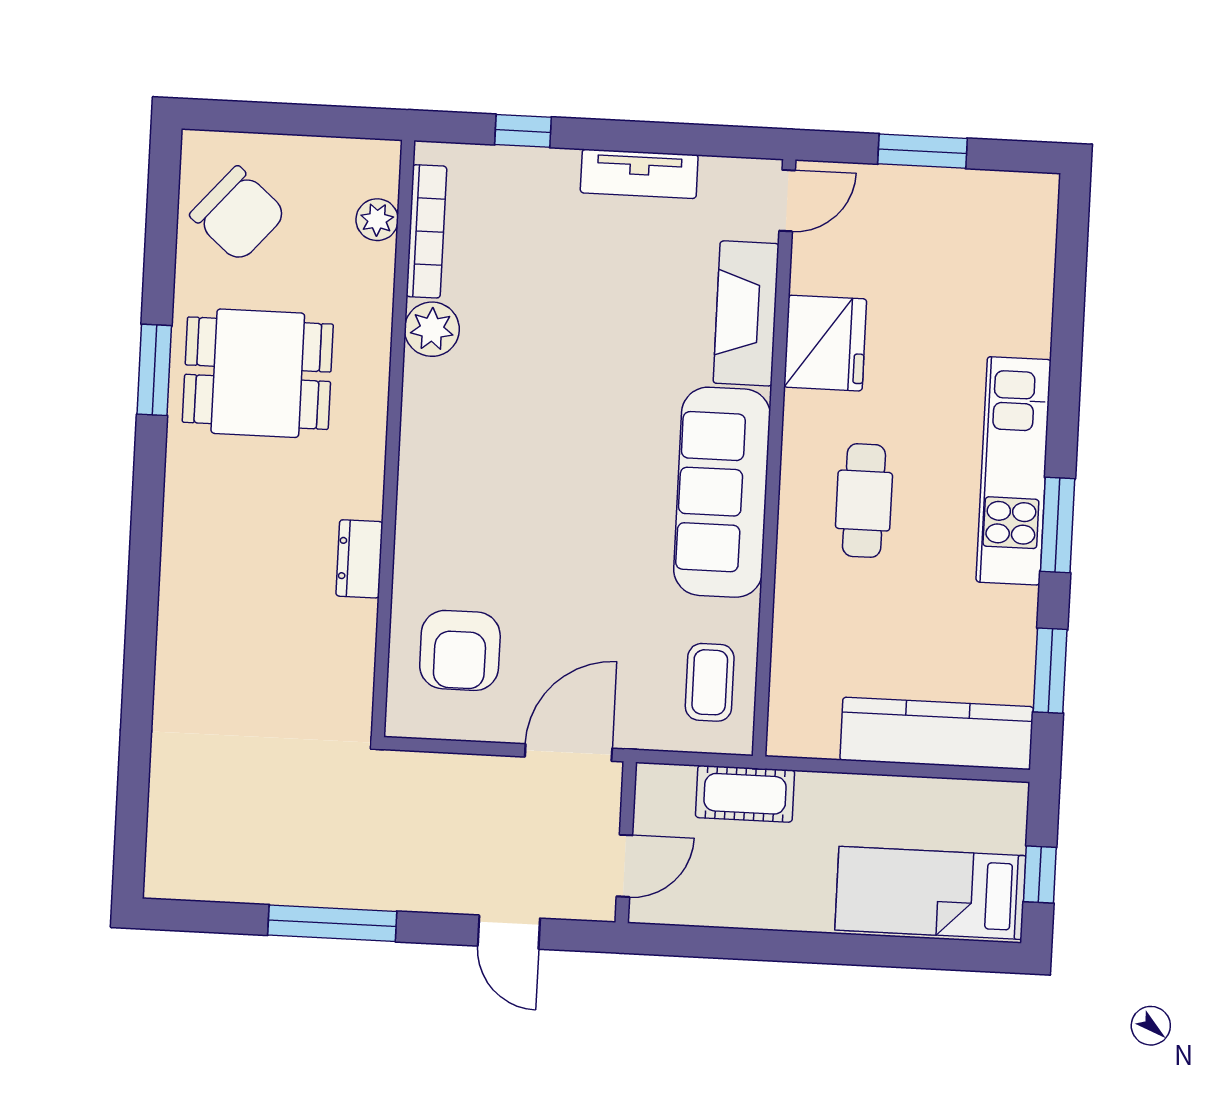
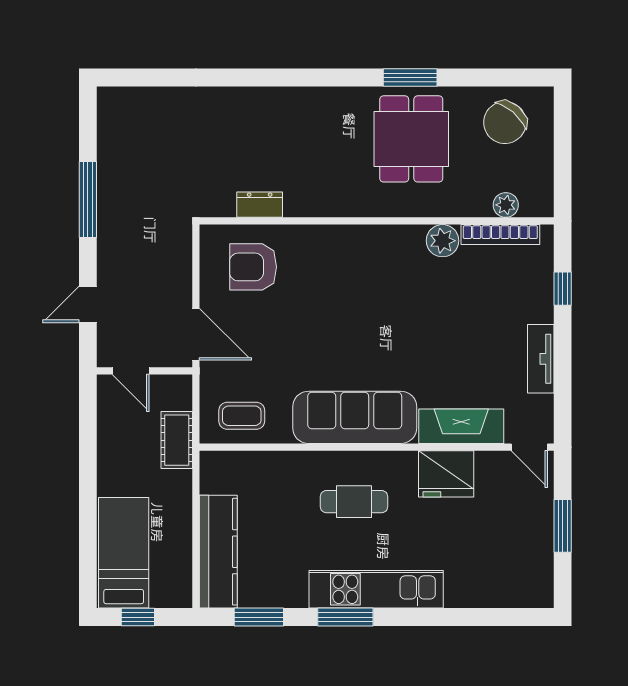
dresser: (359, 559) -> (260, 205), moved

